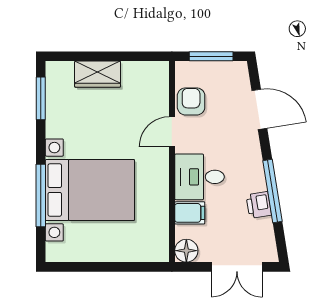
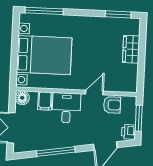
door: (172, 132) -> (94, 93), hinge flipped
bed with nightstands: (90, 190) -> (44, 55), moved, turned -90
window: (41, 196) -> (44, 11), moved
printer: (259, 205) -> (129, 132), moved, turned -81

